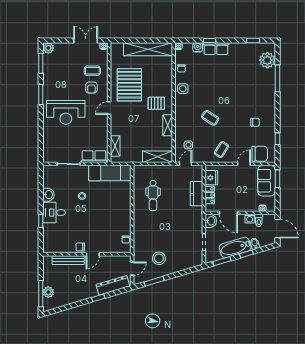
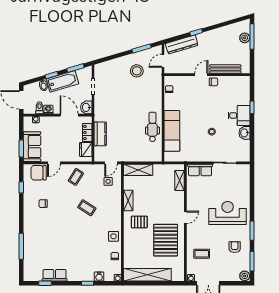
row of seats: (216, 49) -> (55, 275), moved
plant: (267, 60) -> (31, 264), removed
armchair: (91, 88) -> (235, 247), moved
exam couch: (110, 173) -> (172, 131), moved, turned 90
dental chair: (153, 196) -> (152, 127), moved

